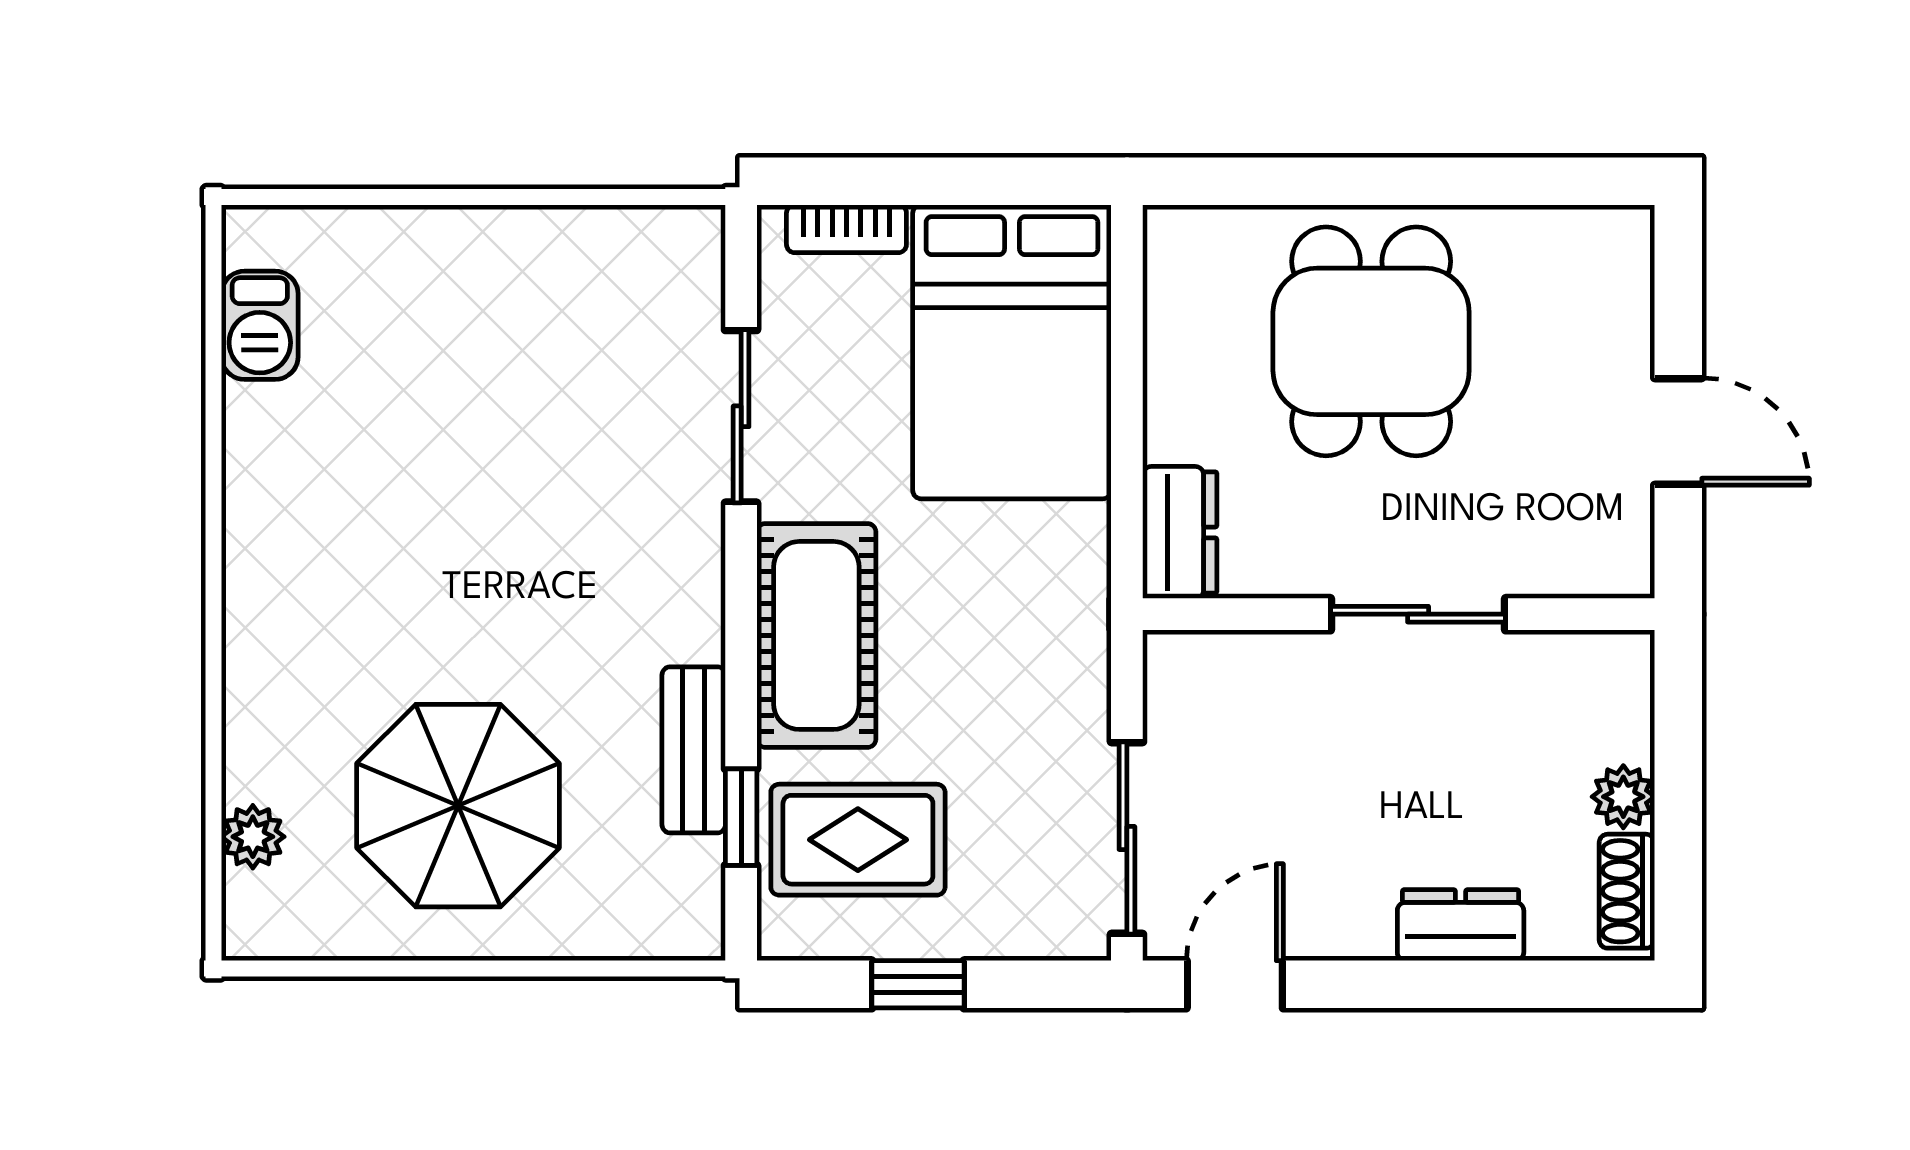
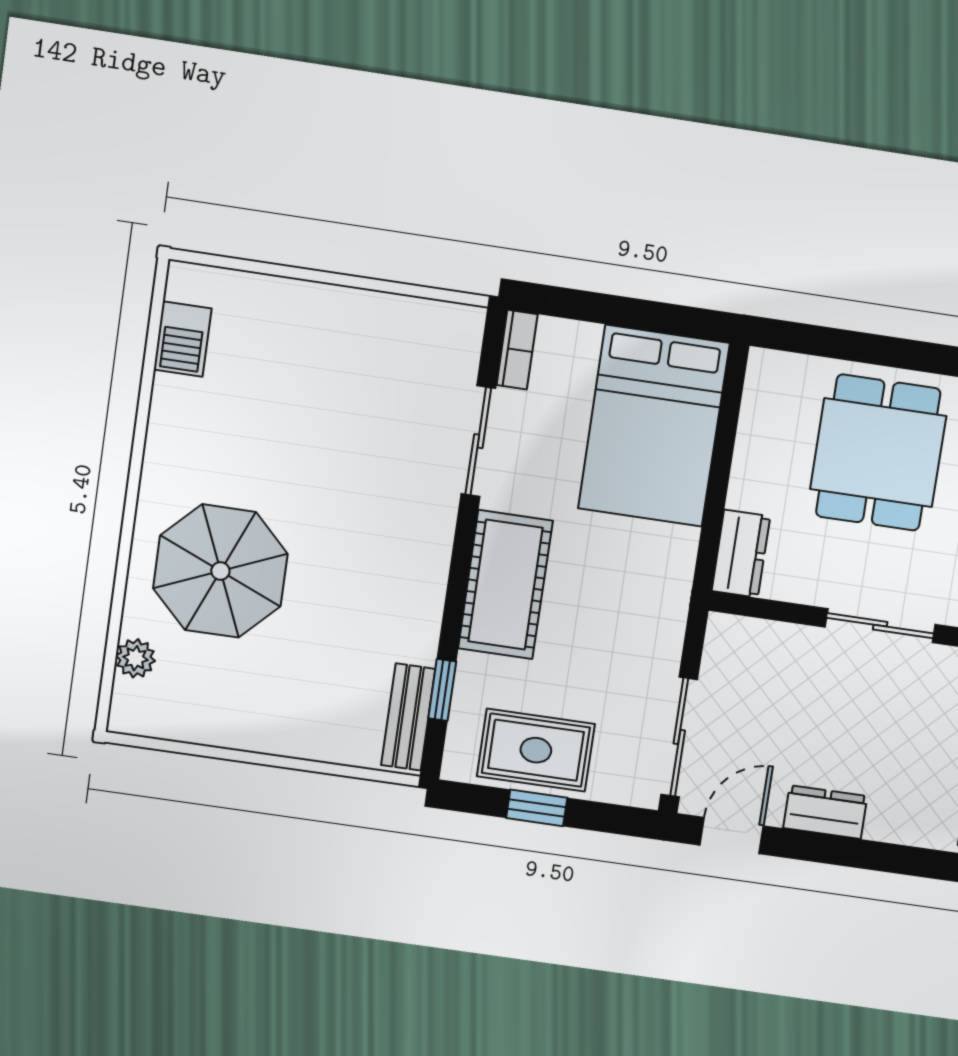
bookcase: (846, 229) -> (517, 350), moved, turned -90
bench: (694, 750) -> (408, 717), moved
parasol: (458, 806) -> (220, 571), moved
rug: (858, 840) -> (536, 750), moved
dresser: (1461, 925) -> (825, 812), moved

